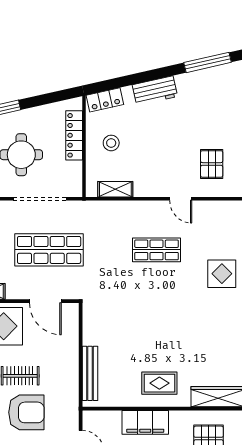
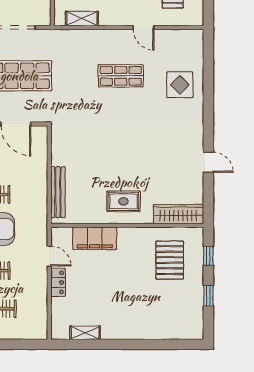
display table: (222, 274) -> (180, 85), moved
filing cabinet: (145, 422) -> (95, 238), moved

